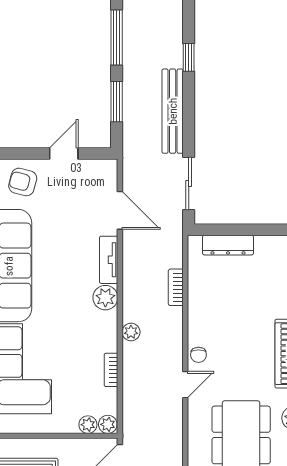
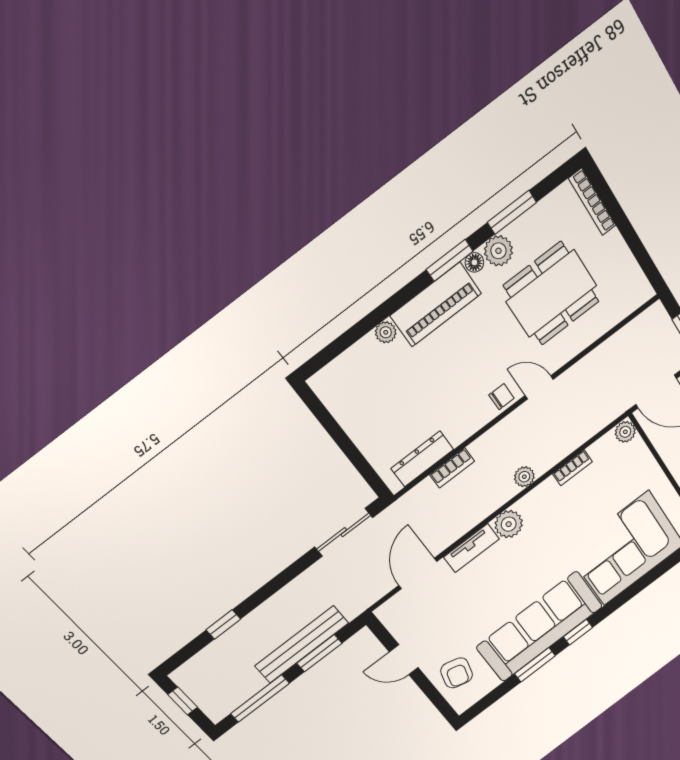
bench: (173, 111) -> (302, 644), moved
dresser: (228, 245) -> (422, 459), moved, turned -90
plant: (88, 425) -> (637, 450), removed

